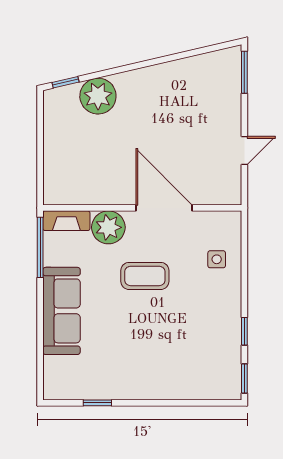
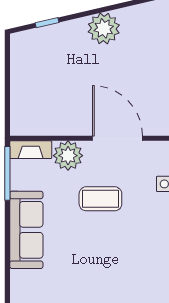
window: (65, 82) -> (47, 23), moved
plant: (98, 96) -> (104, 28), moved

